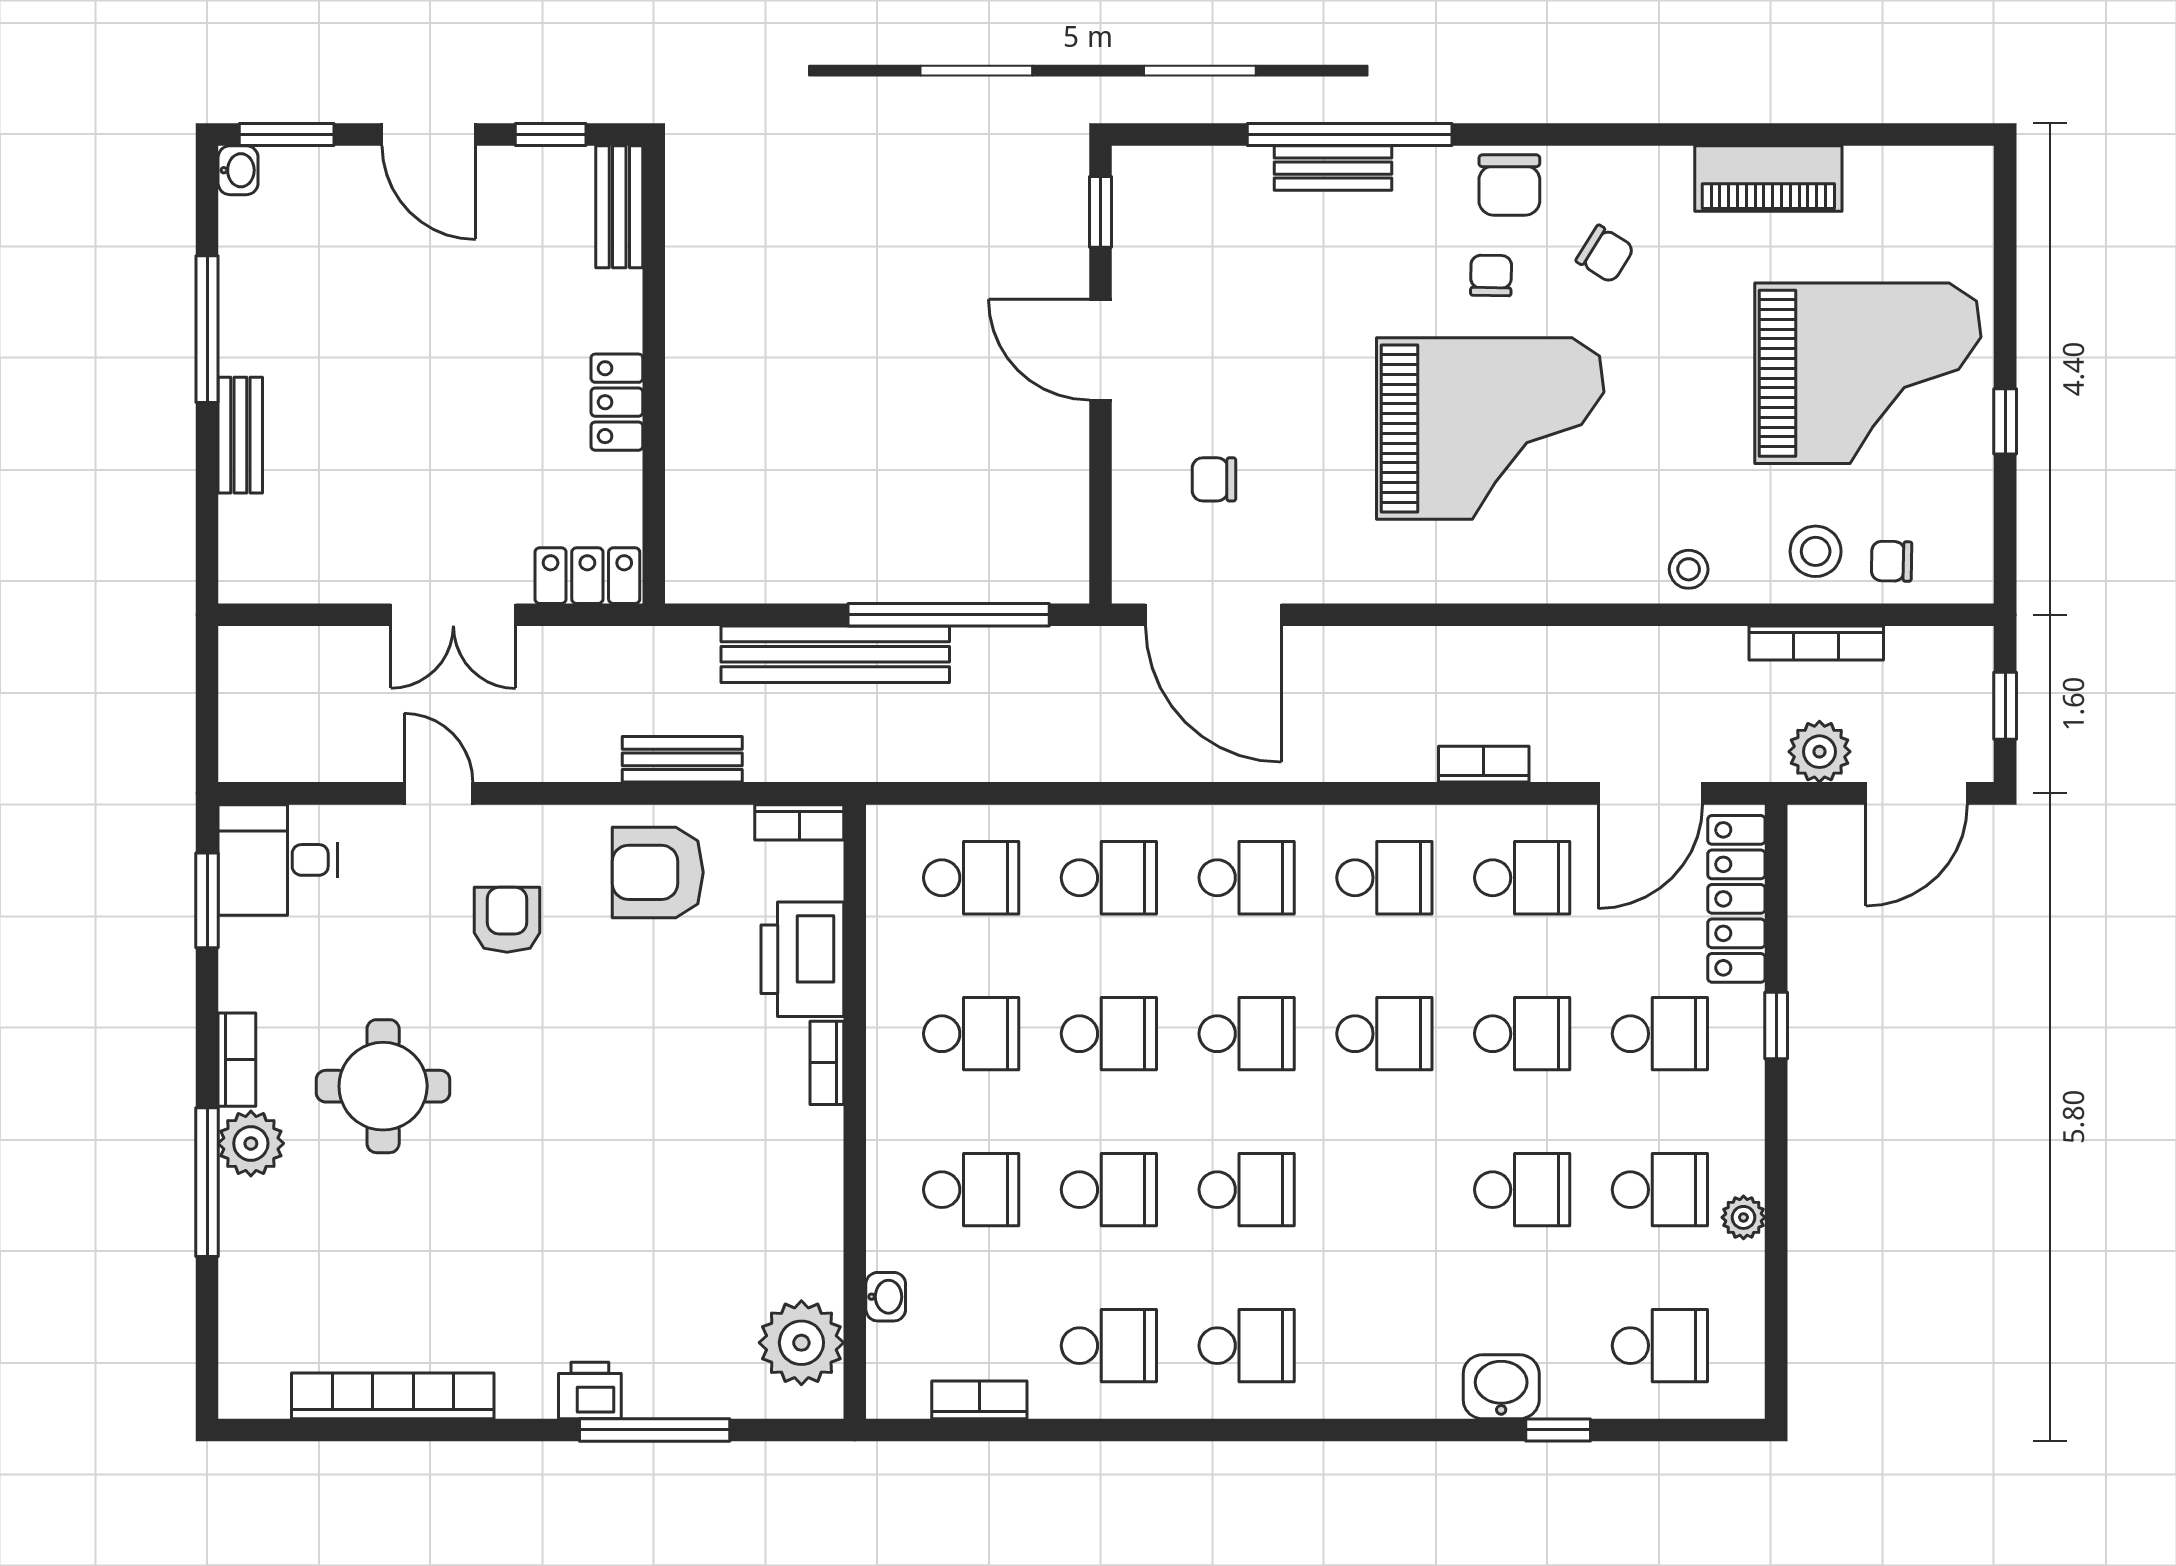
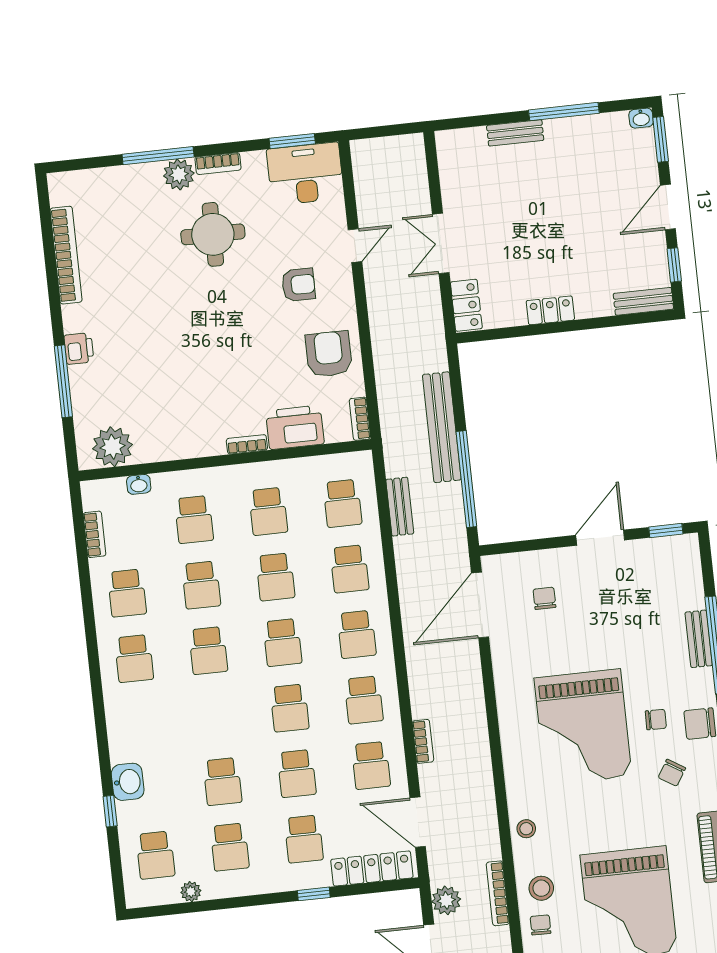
bench: (682, 759) -> (400, 507), moved
desk: (278, 860) -> (305, 174), width x1.37
plant: (1743, 1217) -> (191, 892), moved

